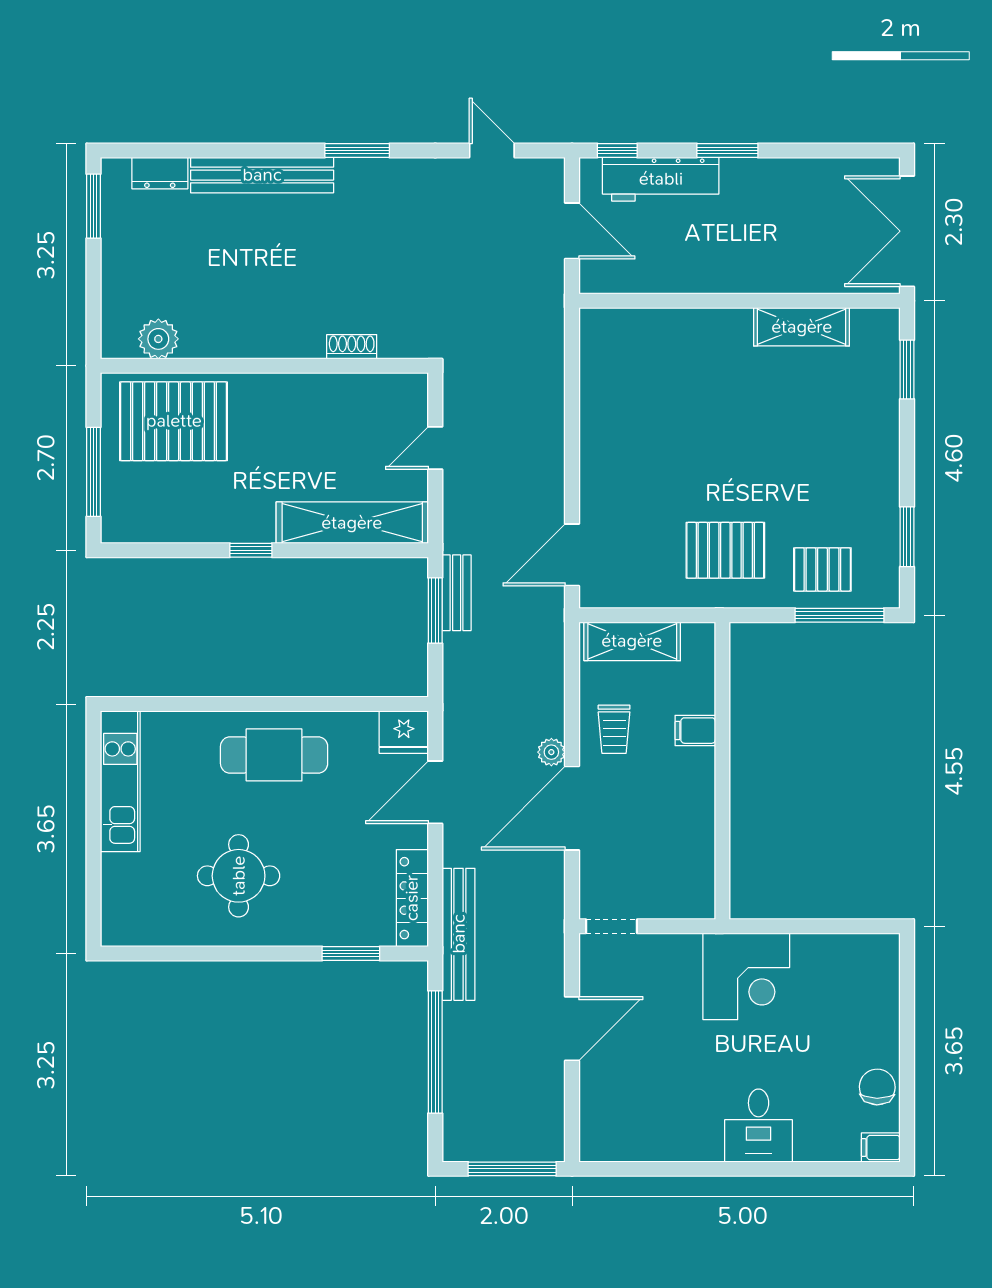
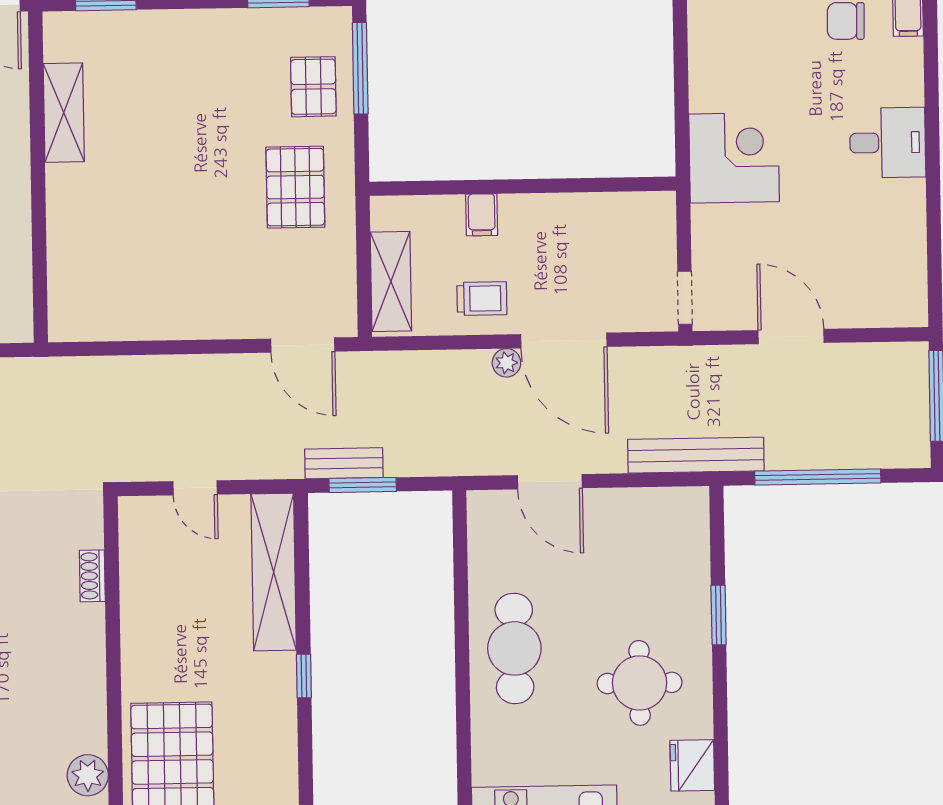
fridge: (404, 732) -> (692, 765), moved, turned 180
locker: (412, 898) -> (659, 503), removed
window: (351, 954) -> (719, 615), moved

